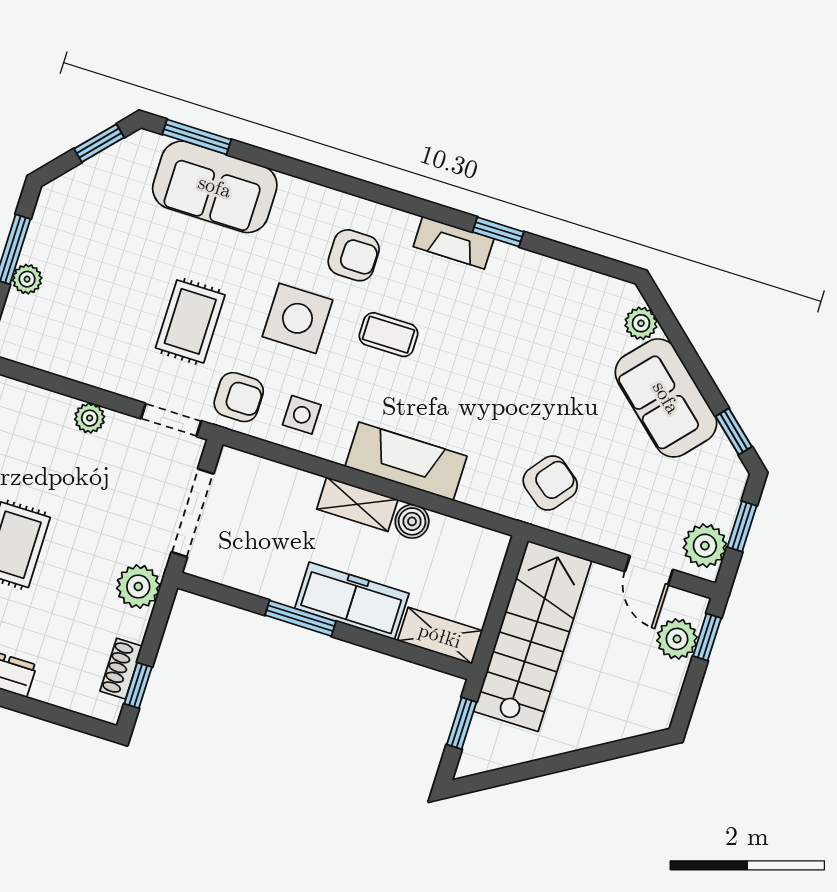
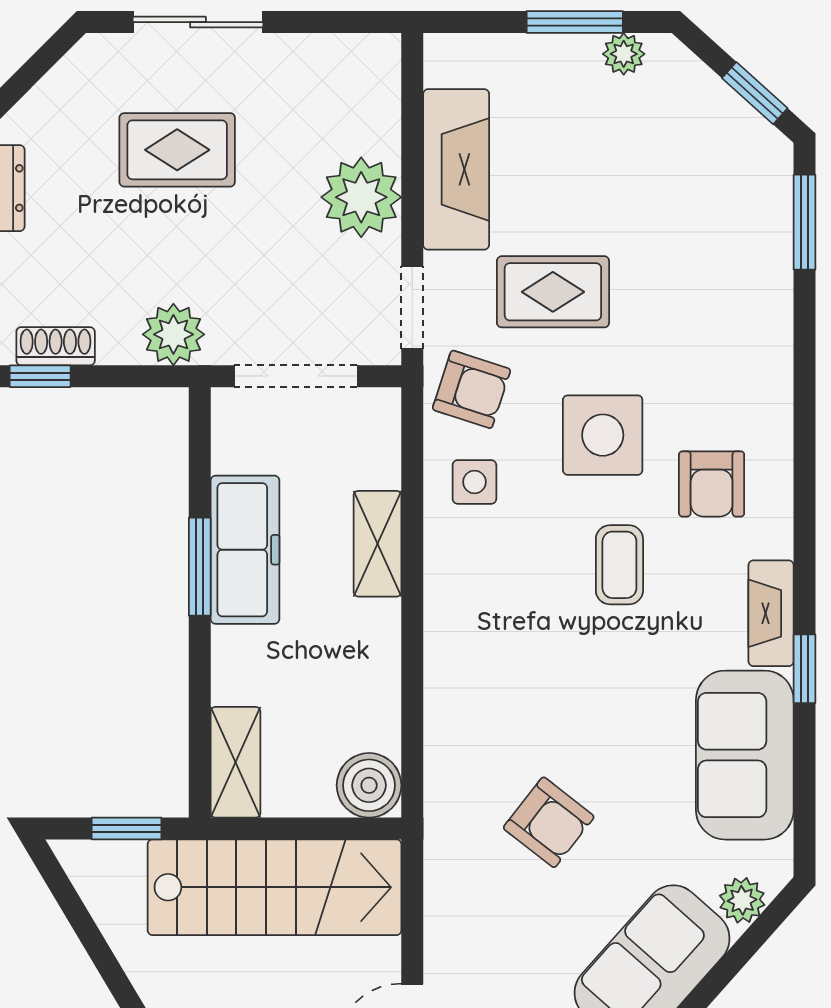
sofa: (215, 187) -> (745, 755), moved
plant: (27, 279) -> (624, 54), moved
armchair: (239, 397) -> (472, 389), turned -72
plant: (90, 418) -> (361, 197), width x1.87, depth x1.87
fireplace: (406, 461) -> (456, 169), moved
armchair: (550, 483) -> (549, 822), moved
shelving: (357, 504) -> (377, 544), moved
boiler: (412, 521) -> (369, 785), moved, width x1.36, depth x1.36
freezer: (352, 601) -> (245, 550), moved

